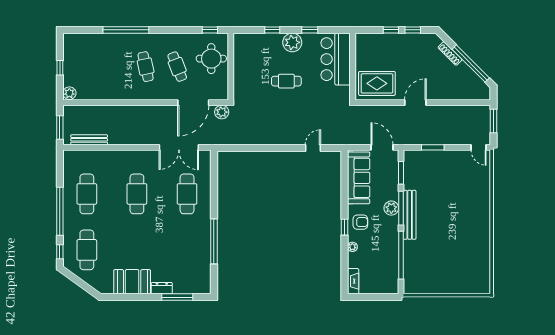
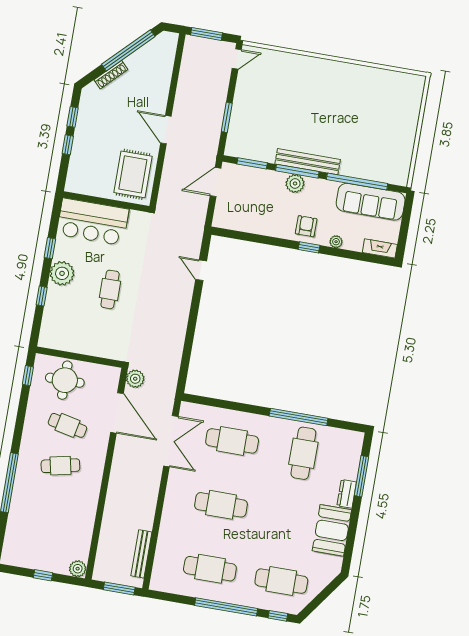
cafe table: (177, 67) -> (67, 425), turned 33
sofa: (359, 178) -> (371, 202), moved, turned 180
cafe table: (187, 250) -> (303, 453), added

